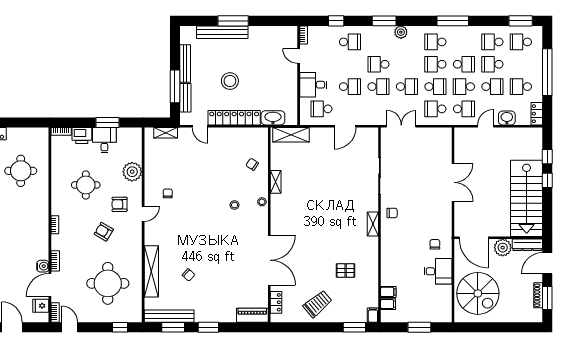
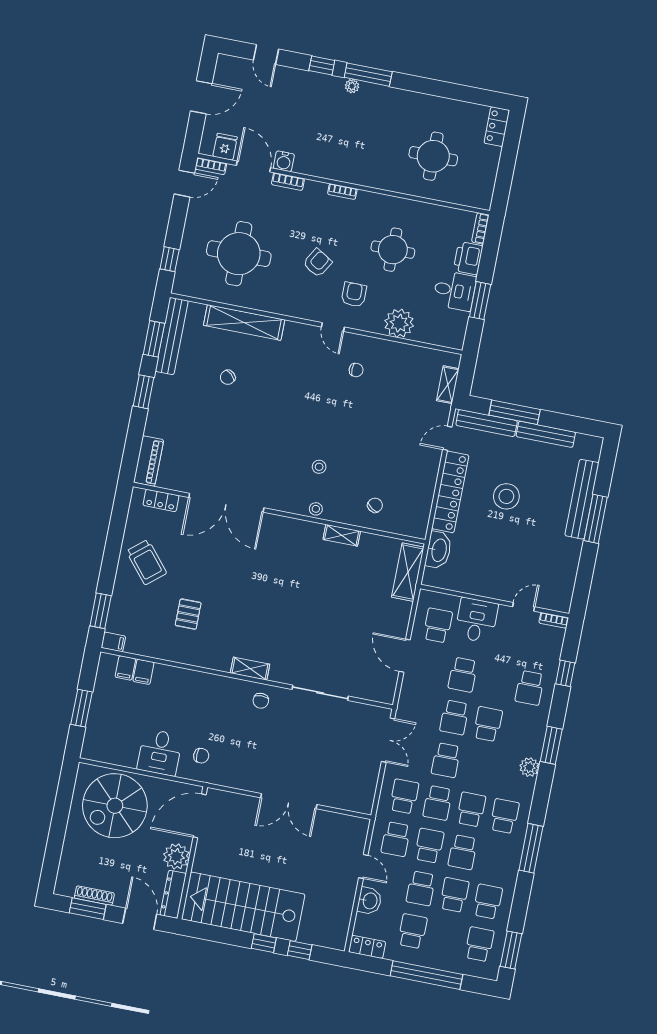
bench: (185, 98) -> (487, 423), width x1.36

